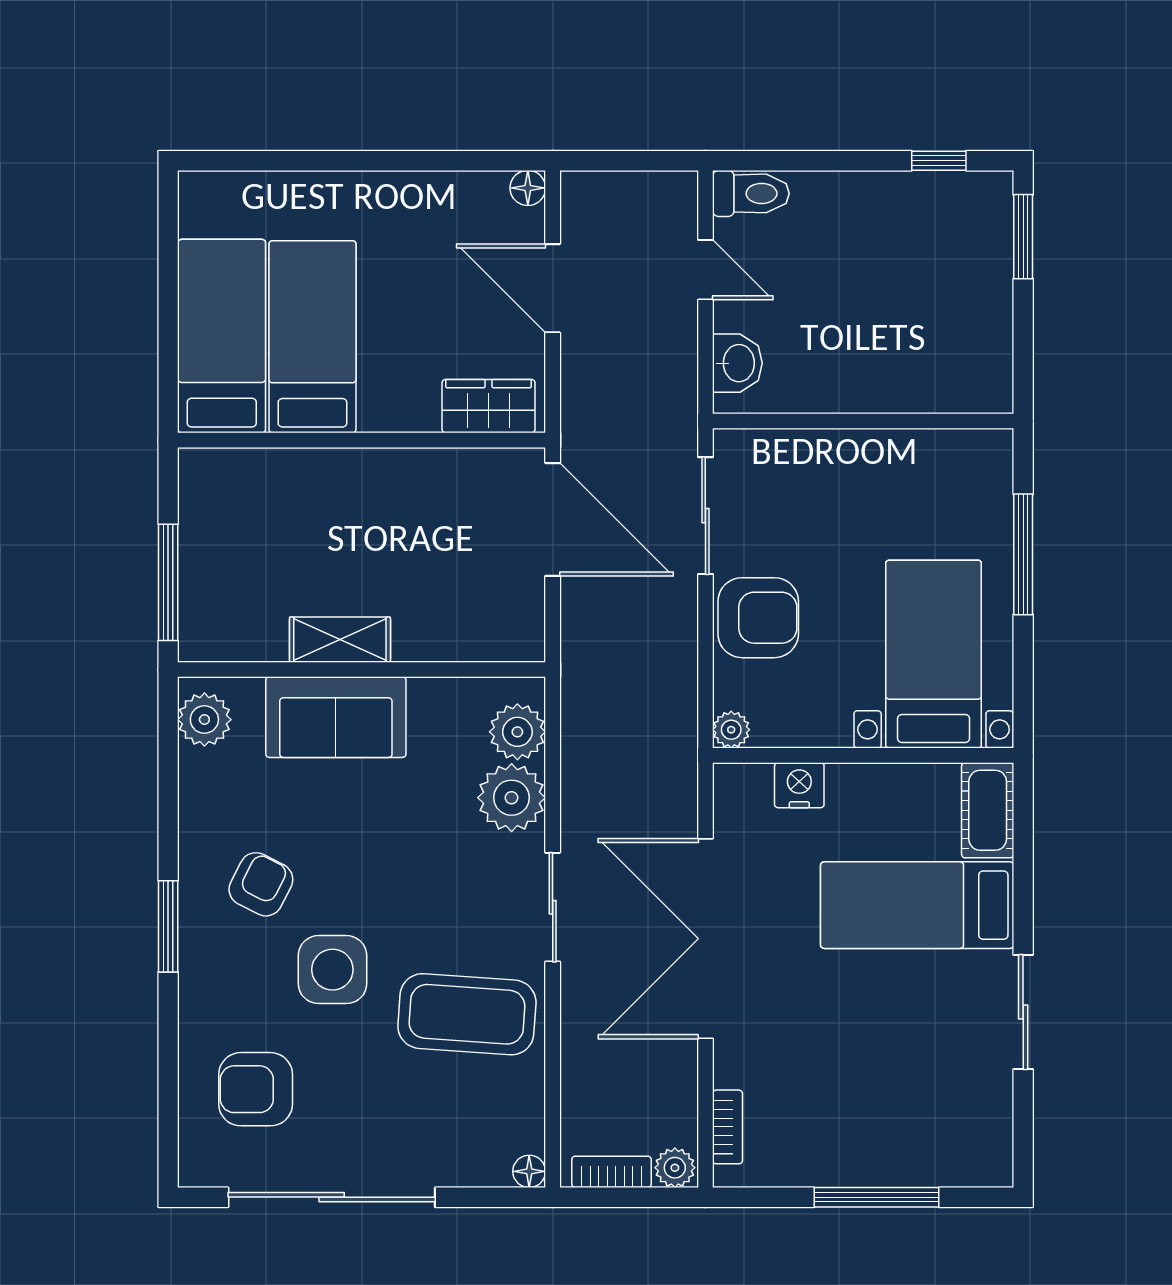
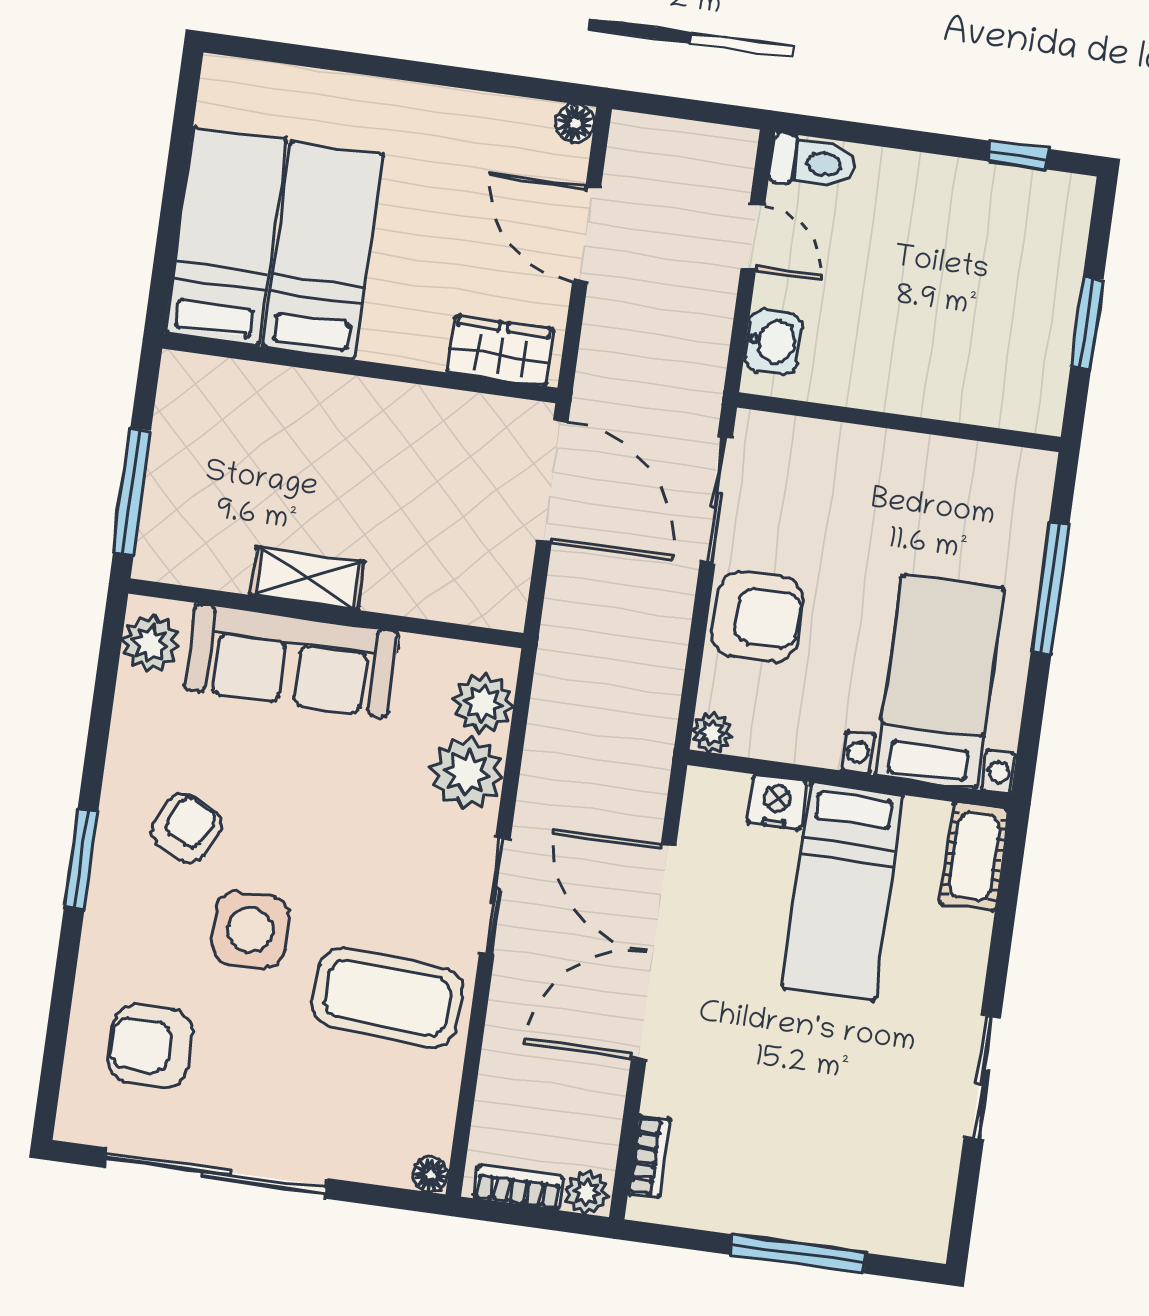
window: (1023, 237) -> (1087, 323), moved
sofa: (336, 717) -> (291, 660), width x1.36
bed: (917, 905) -> (842, 891), moved, turned -90

